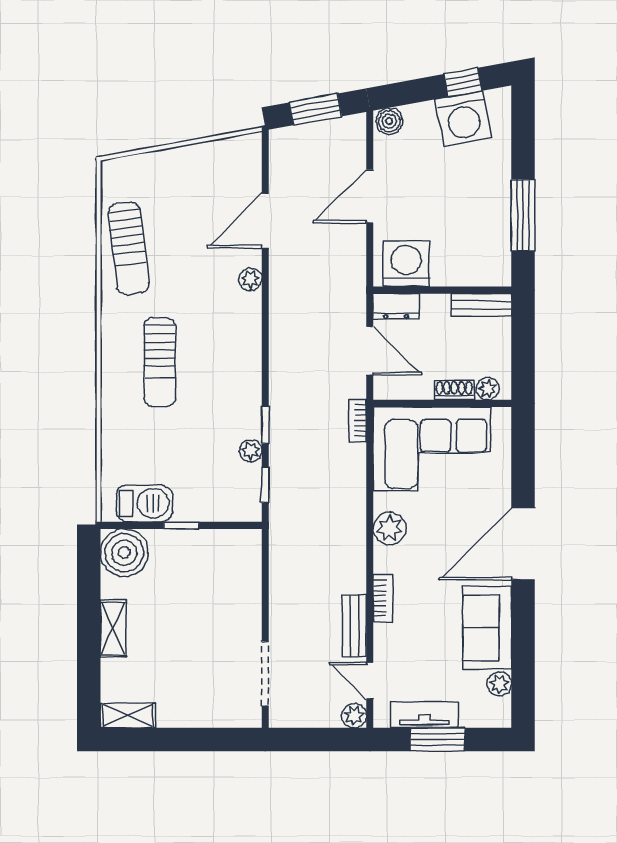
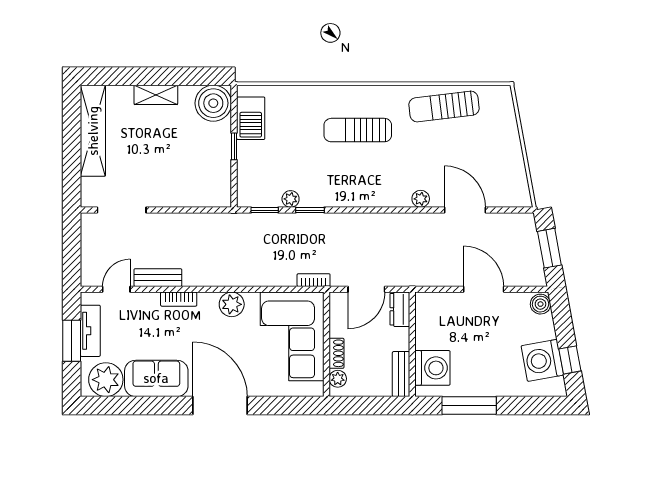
washing machine: (406, 264) -> (432, 368), moved
plant: (499, 684) -> (106, 380), width x1.88, depth x1.88
shelving: (128, 716) -> (93, 131), width x2.20, depth x1.33
plant: (354, 716) -> (90, 277), removed

